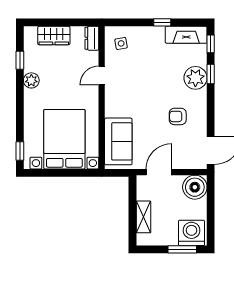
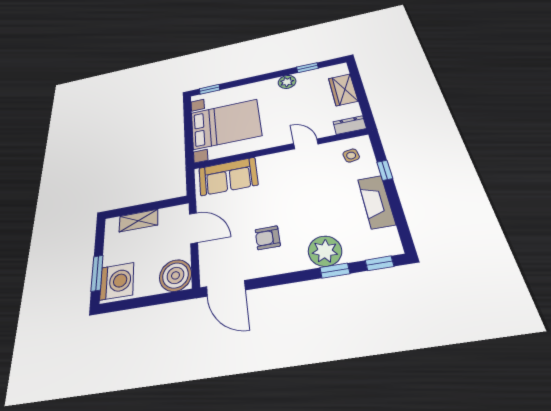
window: (162, 22) -> (385, 170), moved
fireplace: (186, 35) -> (376, 202), moved
armchair: (178, 116) -> (268, 238), turned -90

